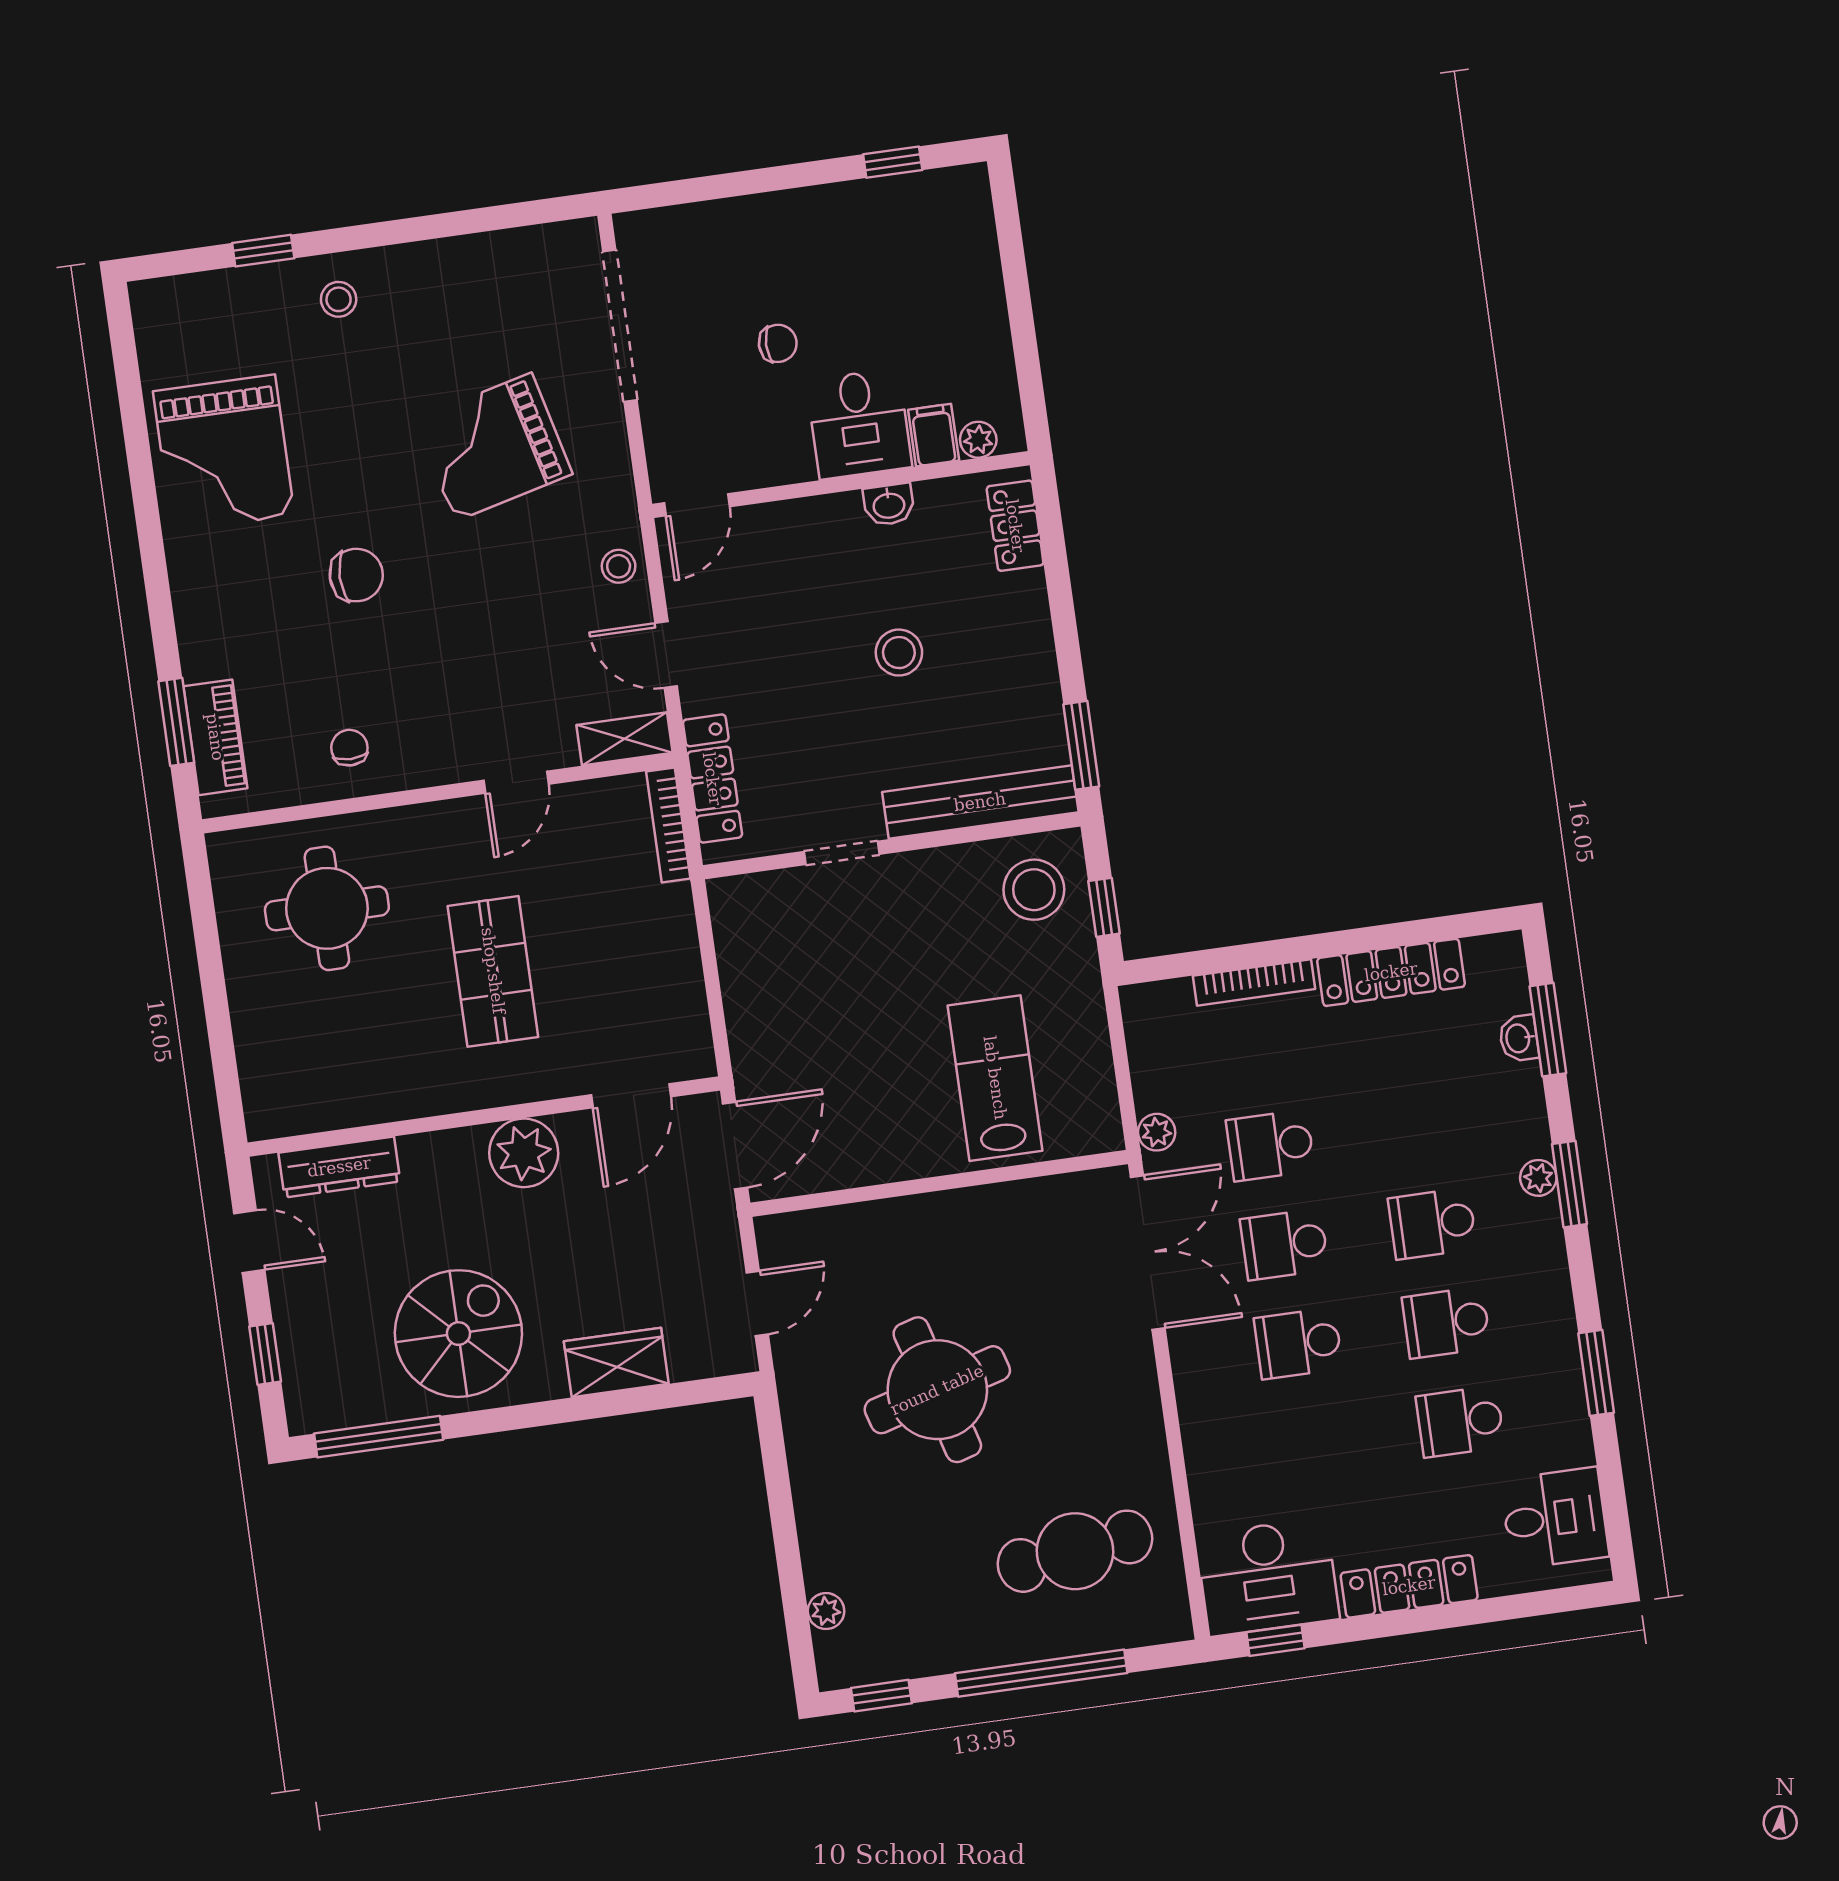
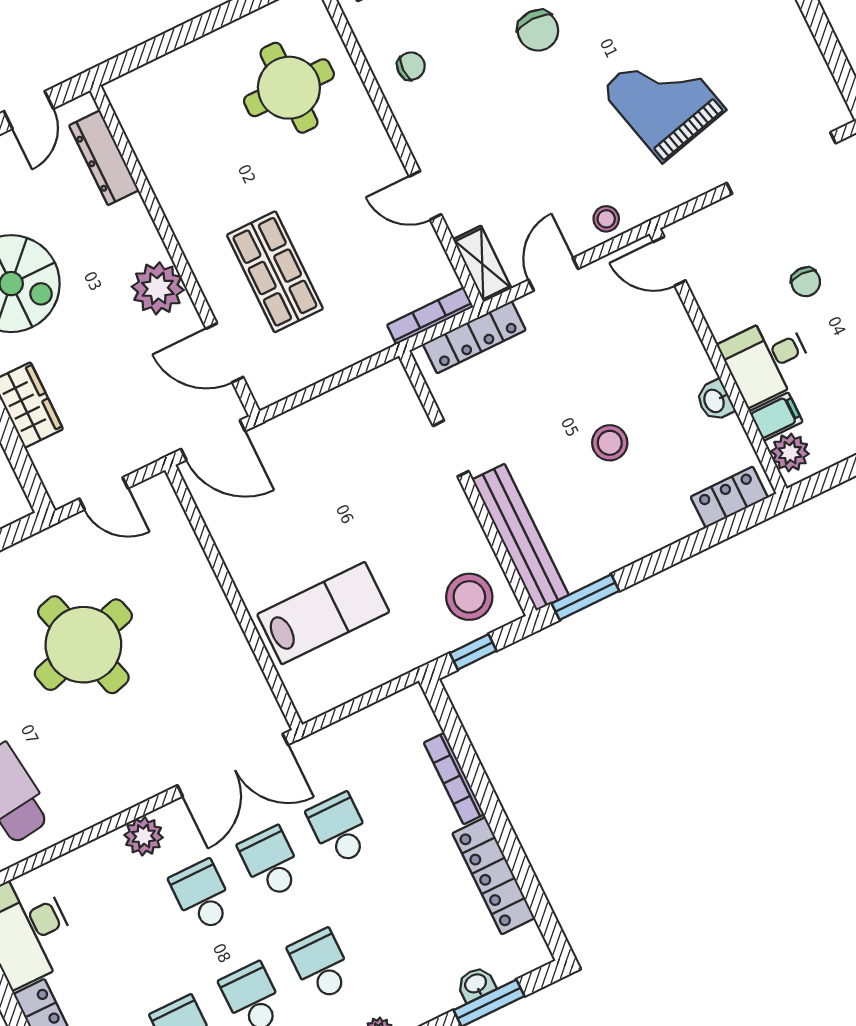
plant: (978, 440) -> (790, 453), width x1.38, depth x1.38
shop shelf: (493, 971) -> (275, 272), moved, turned 90
plant: (1157, 1132) -> (144, 836), moved, width x1.38, depth x1.38

